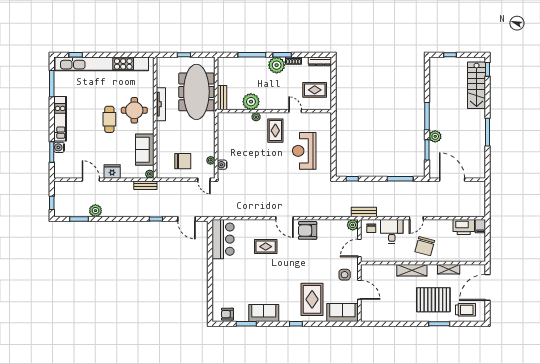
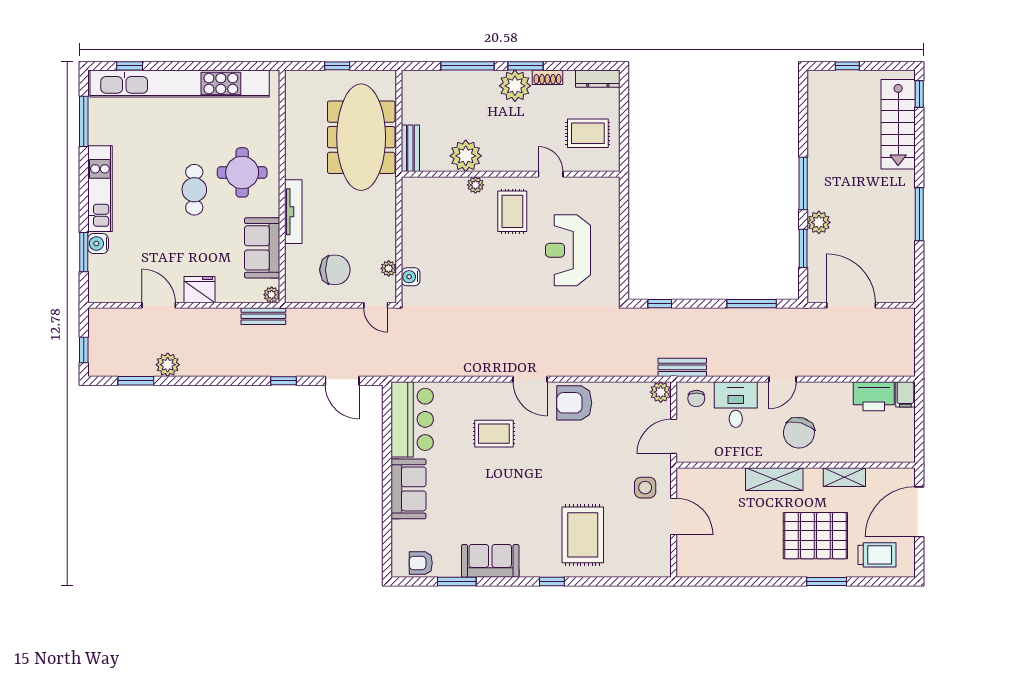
tv unit: (161, 104) -> (293, 212), moved
sofa: (342, 313) -> (409, 489), moved, turned 90

